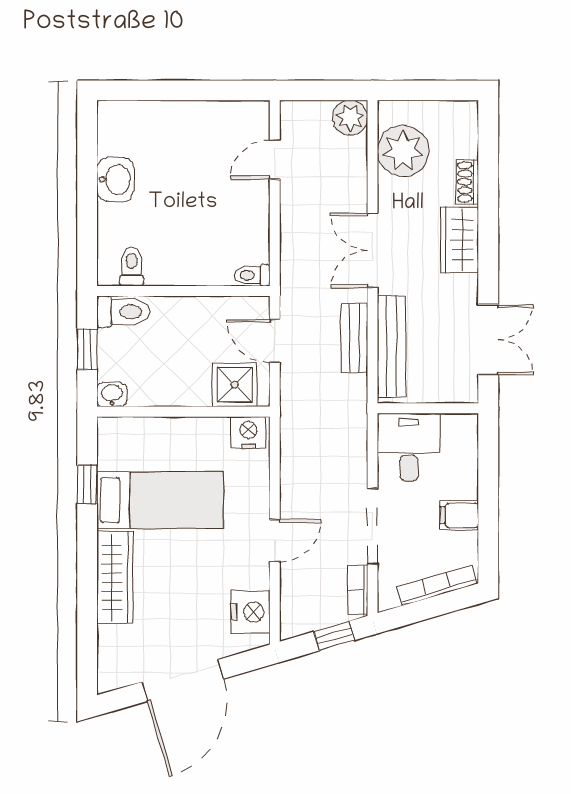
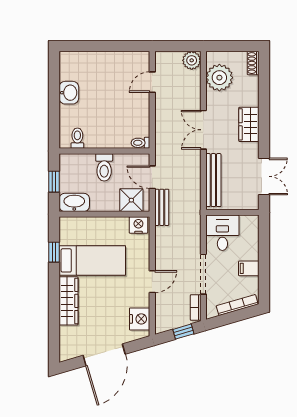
shoe rack: (467, 182) -> (253, 63), moved
toilet: (123, 312) -> (104, 167), moved, turned 90
bench: (354, 338) -> (162, 207), moved
washbasin: (112, 395) -> (74, 202), width x1.91, depth x1.45

